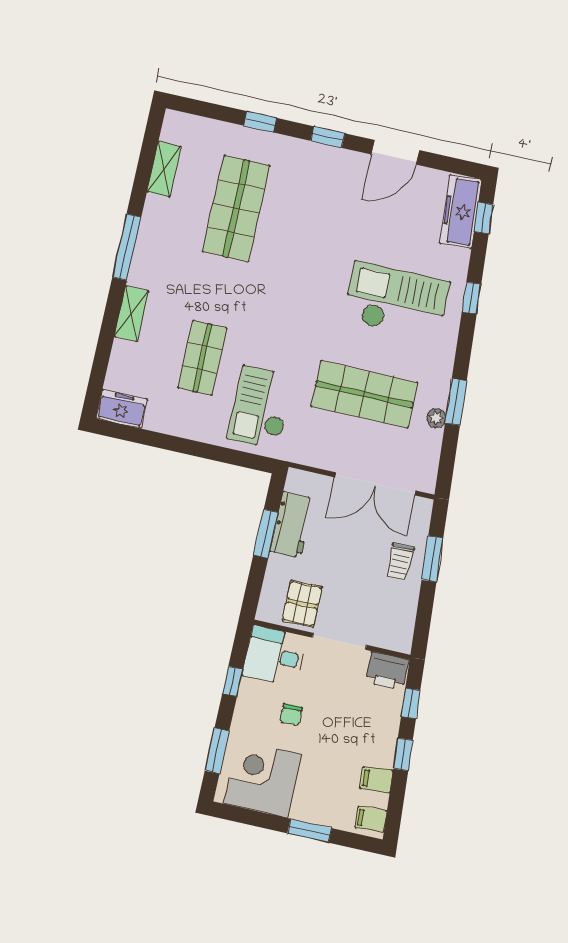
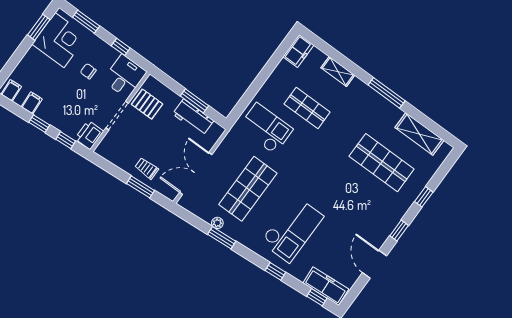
shelving: (164, 169) -> (419, 134), width x1.50, depth x1.33
shelving: (131, 314) -> (338, 71), moved
window: (309, 831) -> (39, 27), moved

